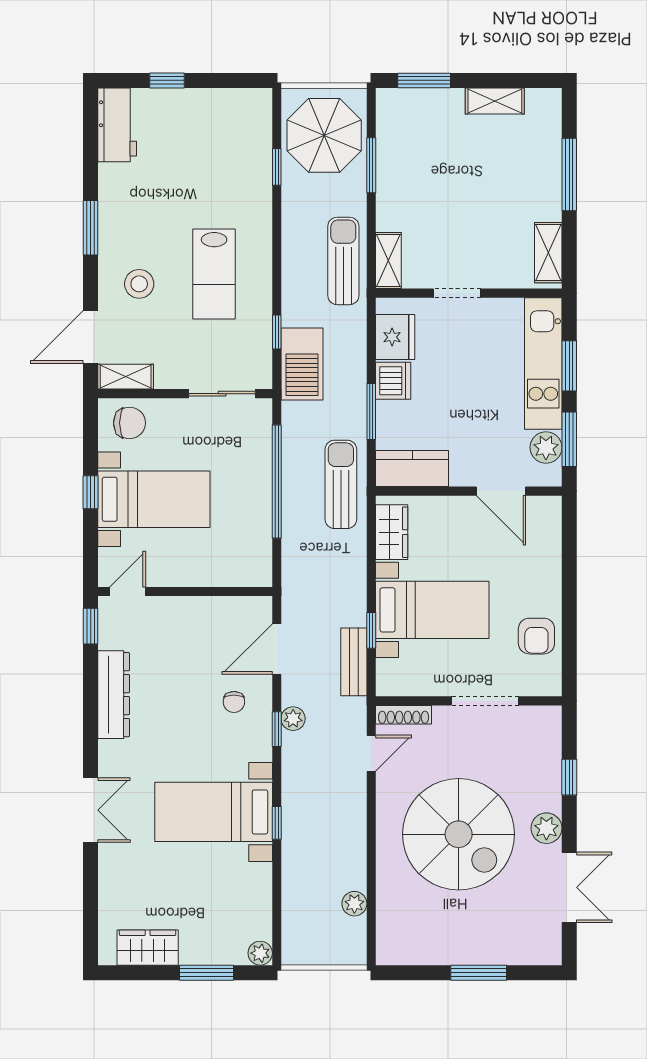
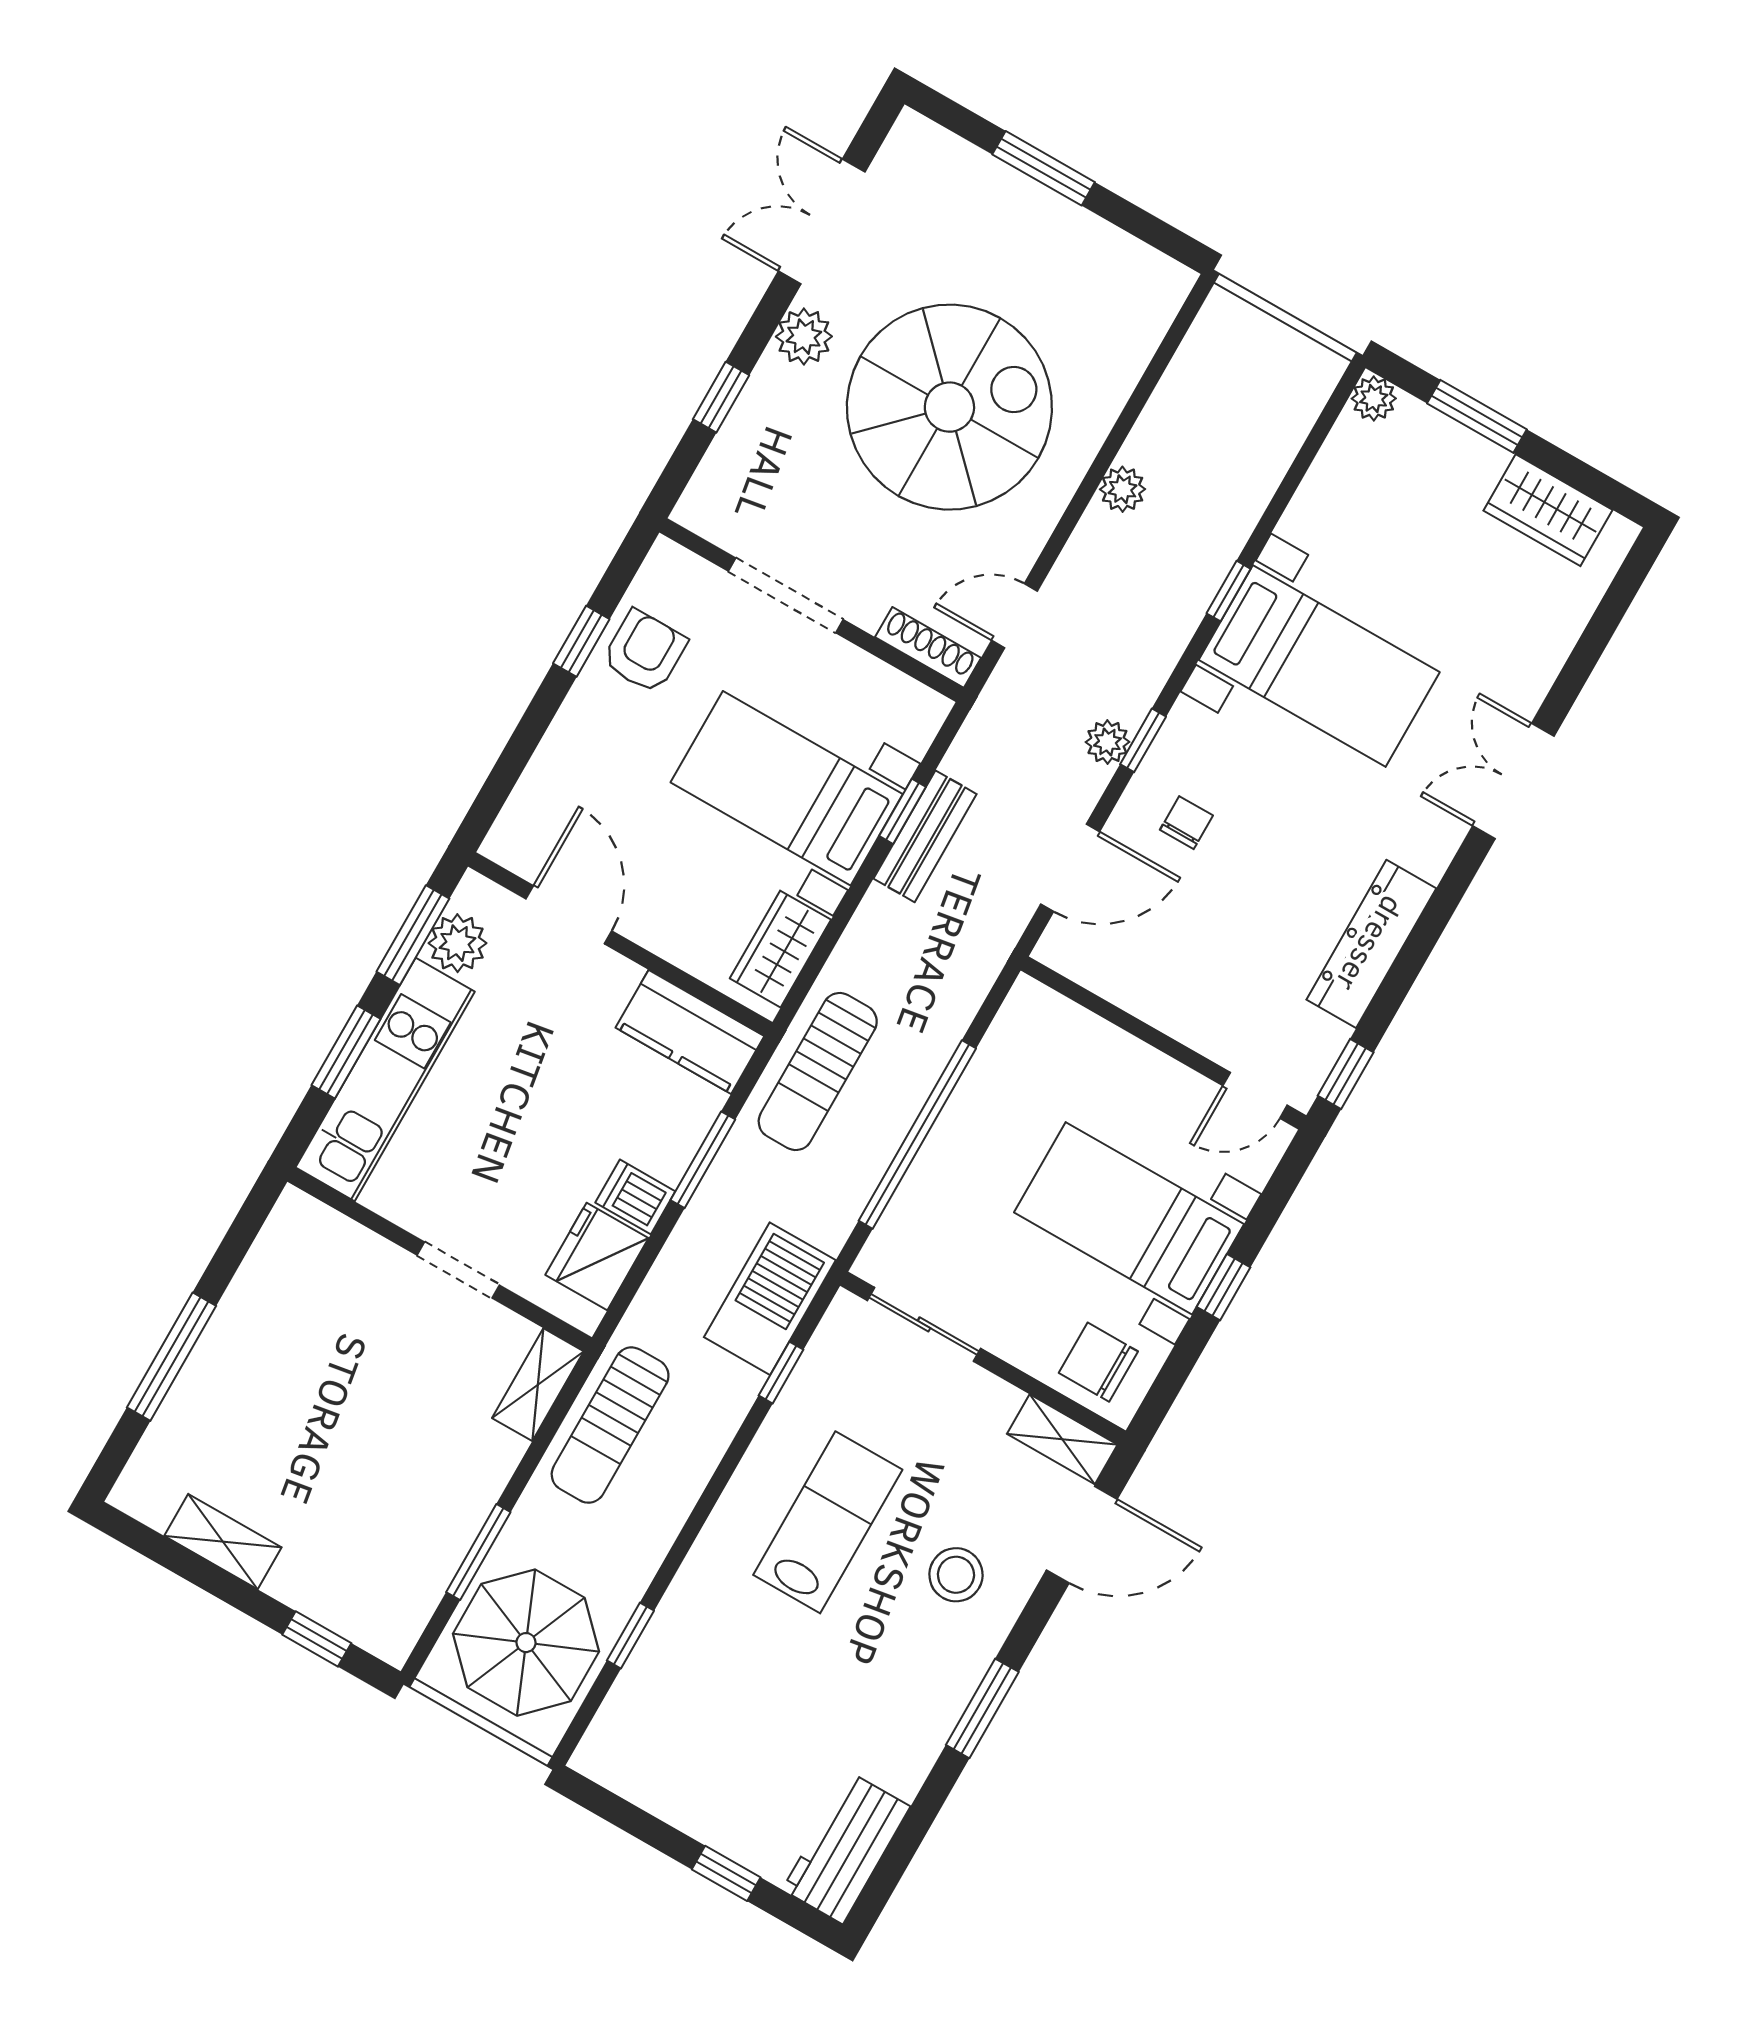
window: (424, 80) -> (317, 1639), width x0.67
shelving: (548, 253) -> (276, 1252), removed
dishwasher: (393, 381) -> (635, 1197), width x0.73
window: (569, 624) -> (581, 641), added
bench: (354, 662) -> (925, 836), moved
spiral stairs: (459, 834) -> (949, 407), turned 90
plant: (354, 904) -> (1123, 489), moved

